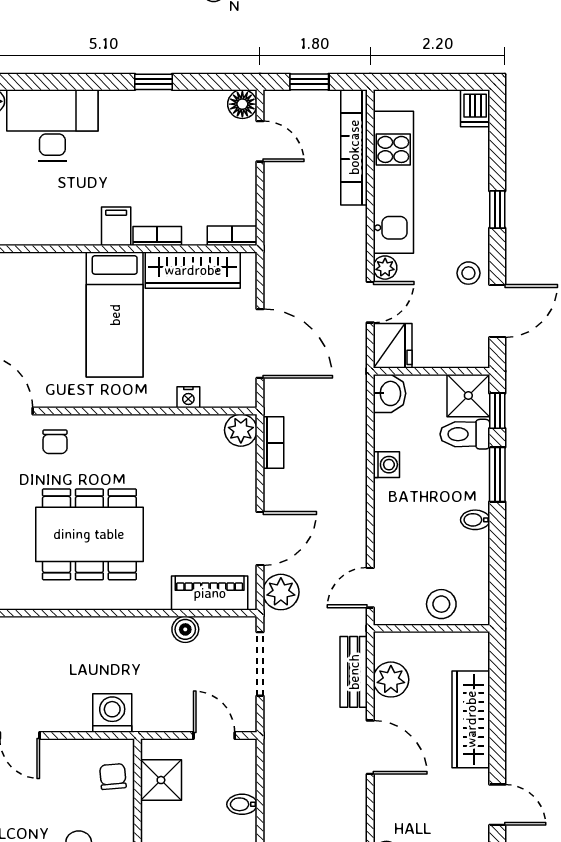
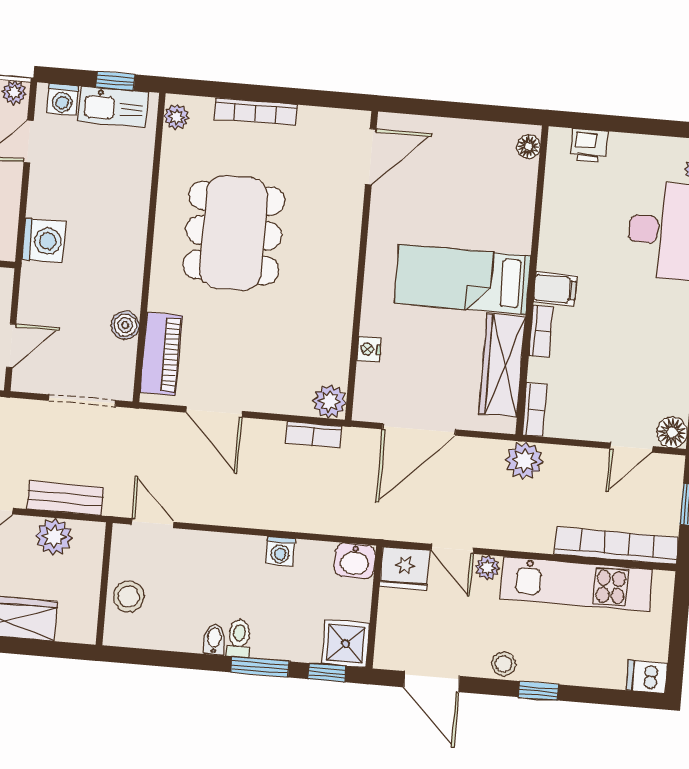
stool: (468, 273) -> (504, 664), moved
toilet: (465, 434) -> (239, 638), moved, width x0.73, depth x0.72
chair: (55, 442) -> (334, 205), removed
plant: (281, 592) -> (524, 461), moved

